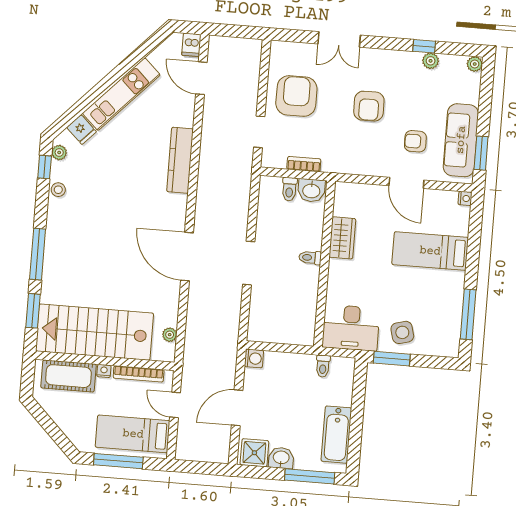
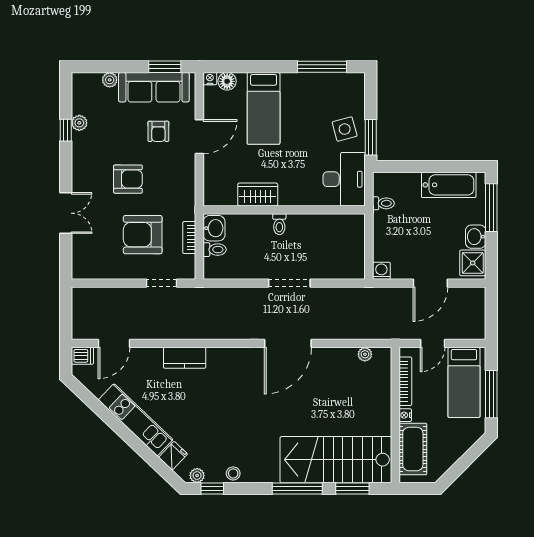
plant: (475, 64) -> (110, 80), moved
armchair: (296, 96) -> (143, 235), moved
kitchen counter: (180, 160) -> (185, 358), width x0.67
floor lamp: (461, 216) -> (227, 81), added
stairs: (95, 332) -> (336, 460), moved, turned 90
door: (237, 408) -> (430, 283), hinge flipped

